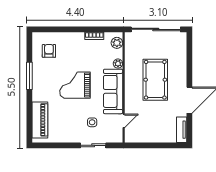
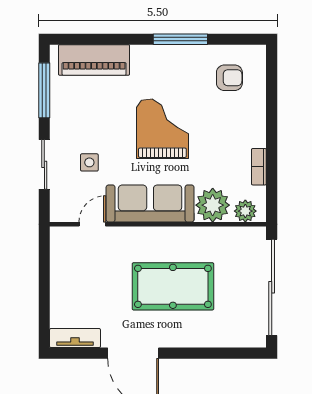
plant: (118, 64) -> (213, 205), width x1.87, depth x1.87
door: (124, 121) -> (92, 224), swing flipped
window: (55, 145) -> (44, 90), added

